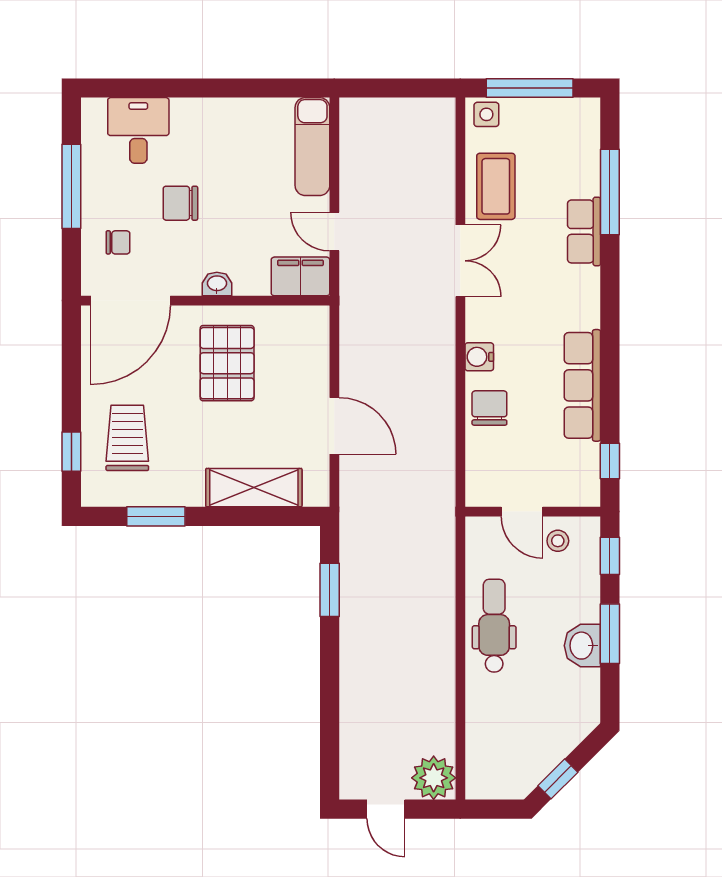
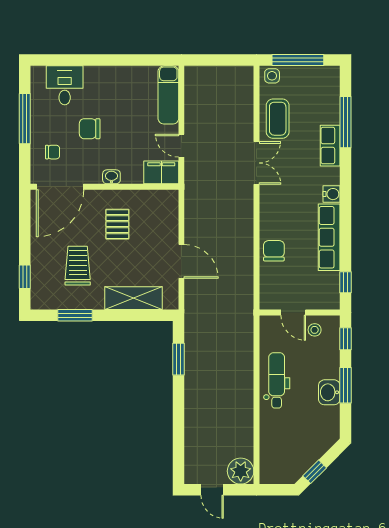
water cooler: (479, 357) -> (332, 194), moved, turned 180
pallet: (227, 363) -> (117, 224), width x0.67, depth x0.71
trolley: (127, 438) -> (78, 266), moved

